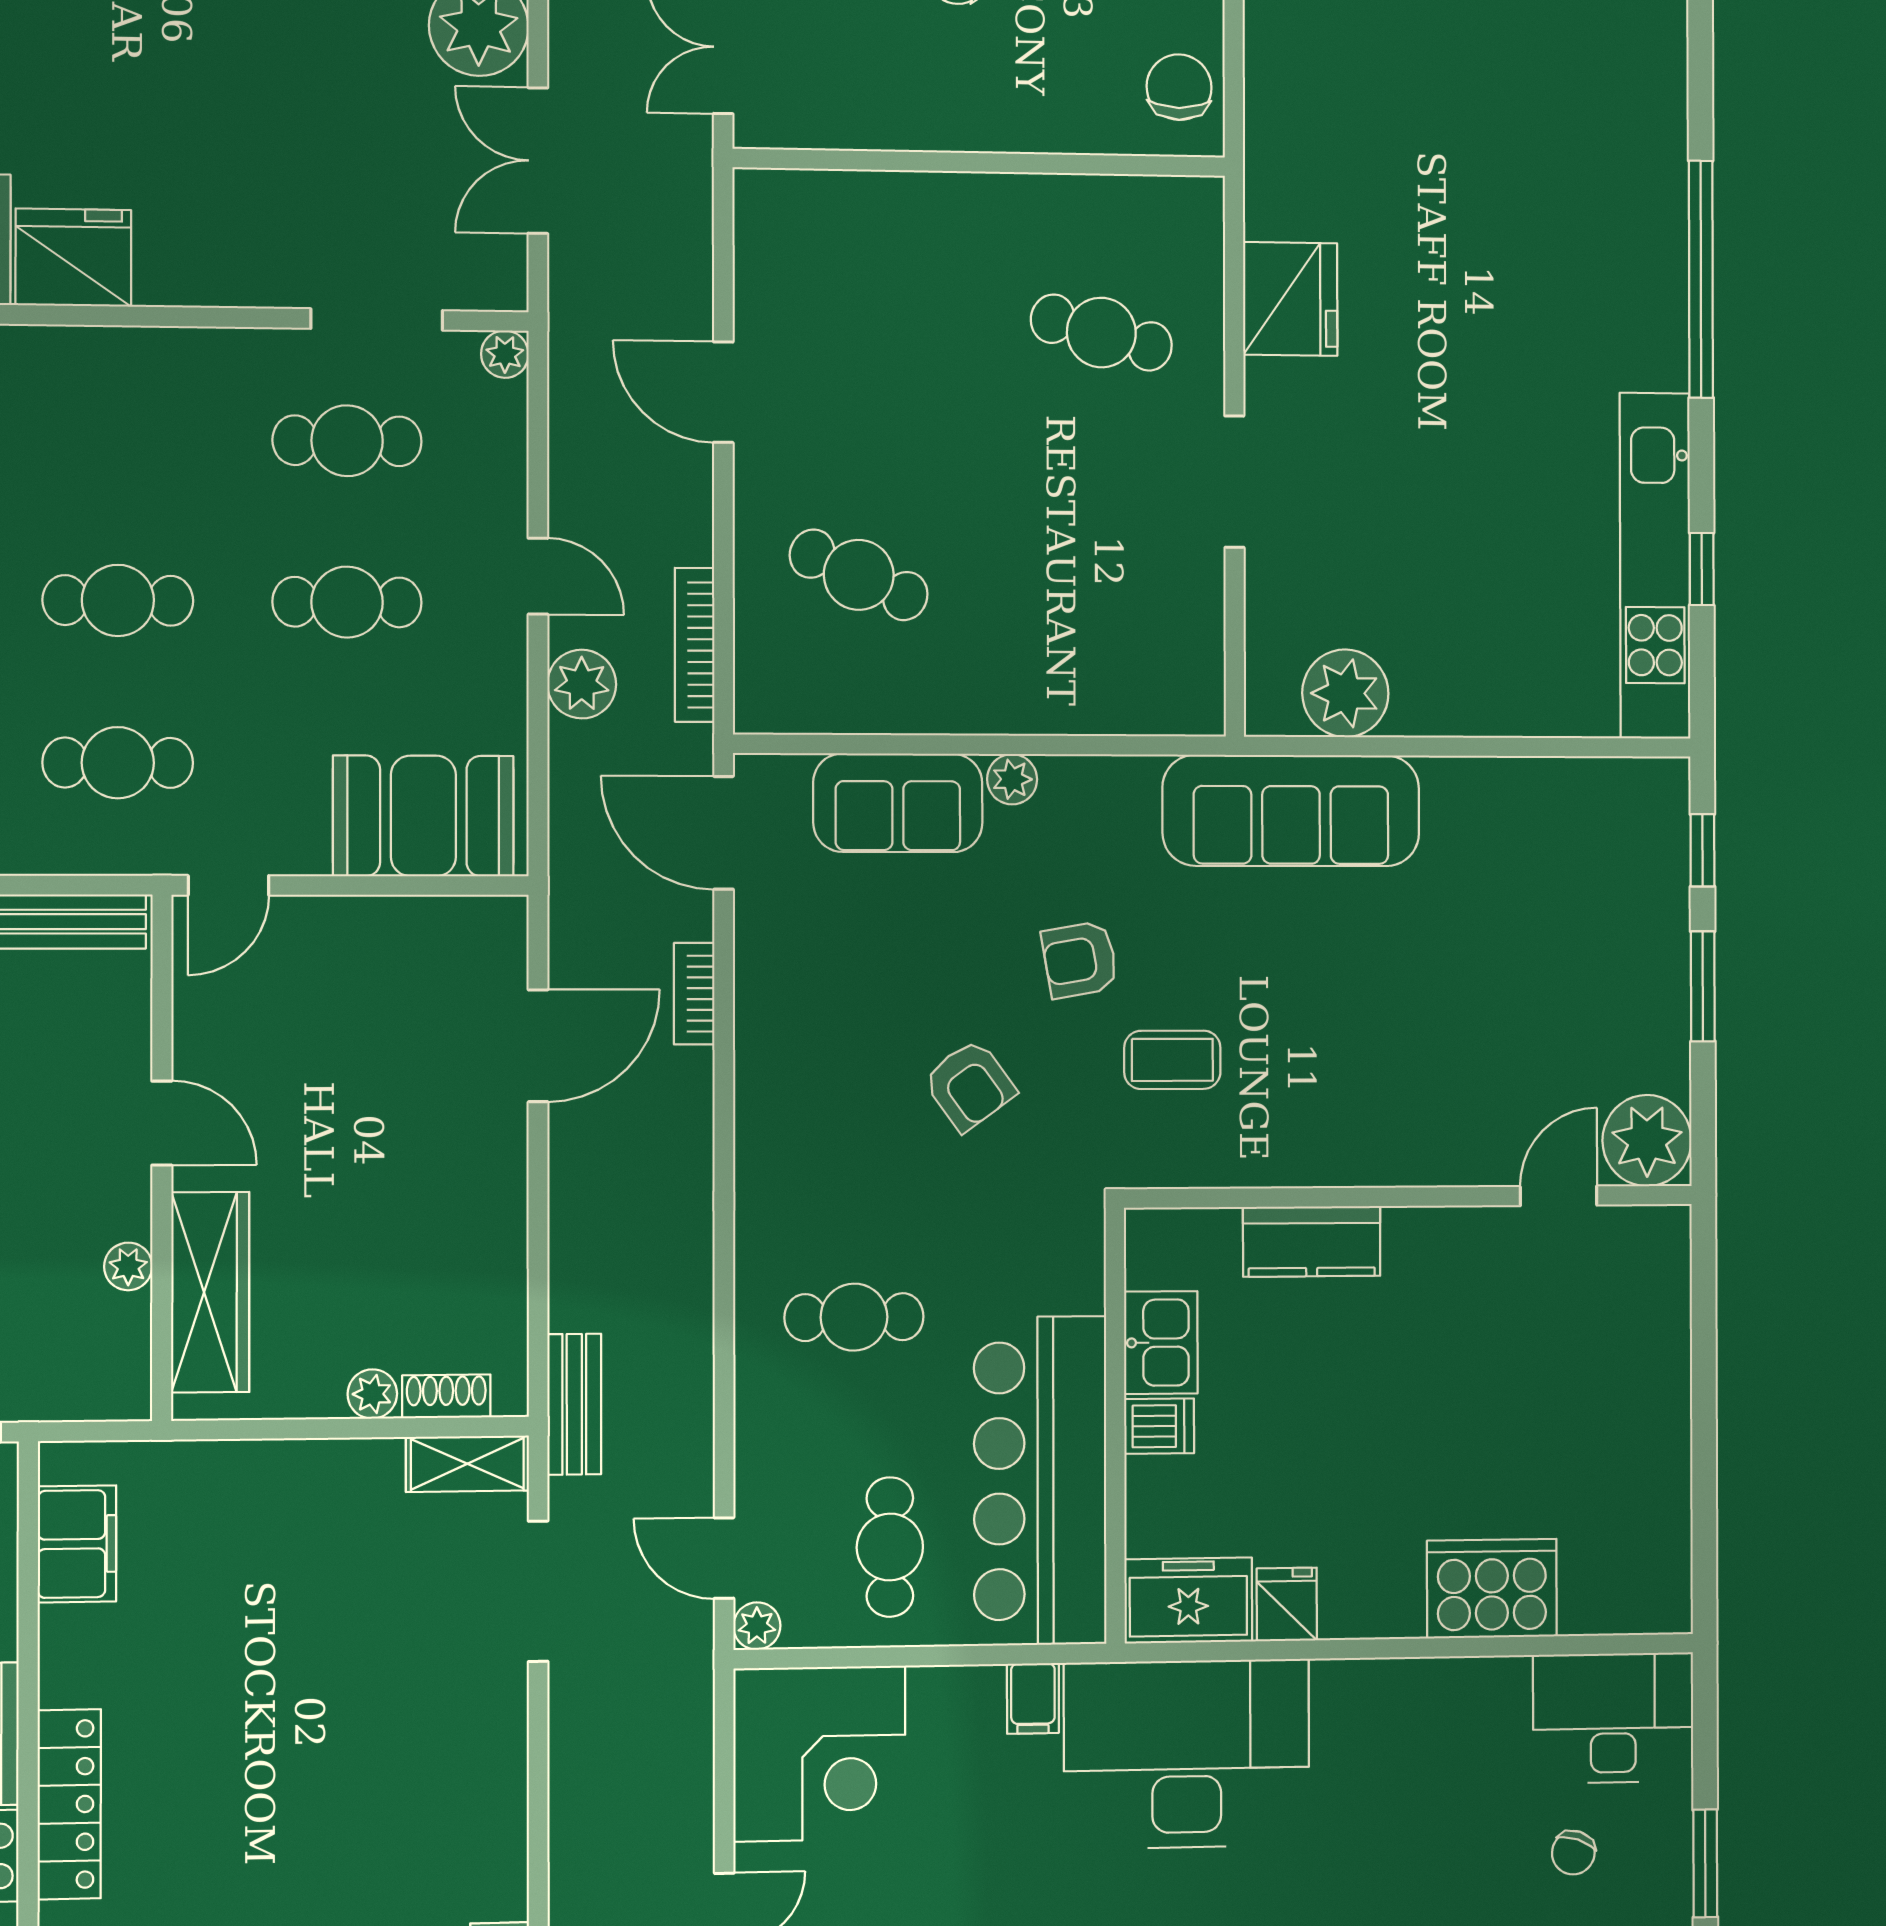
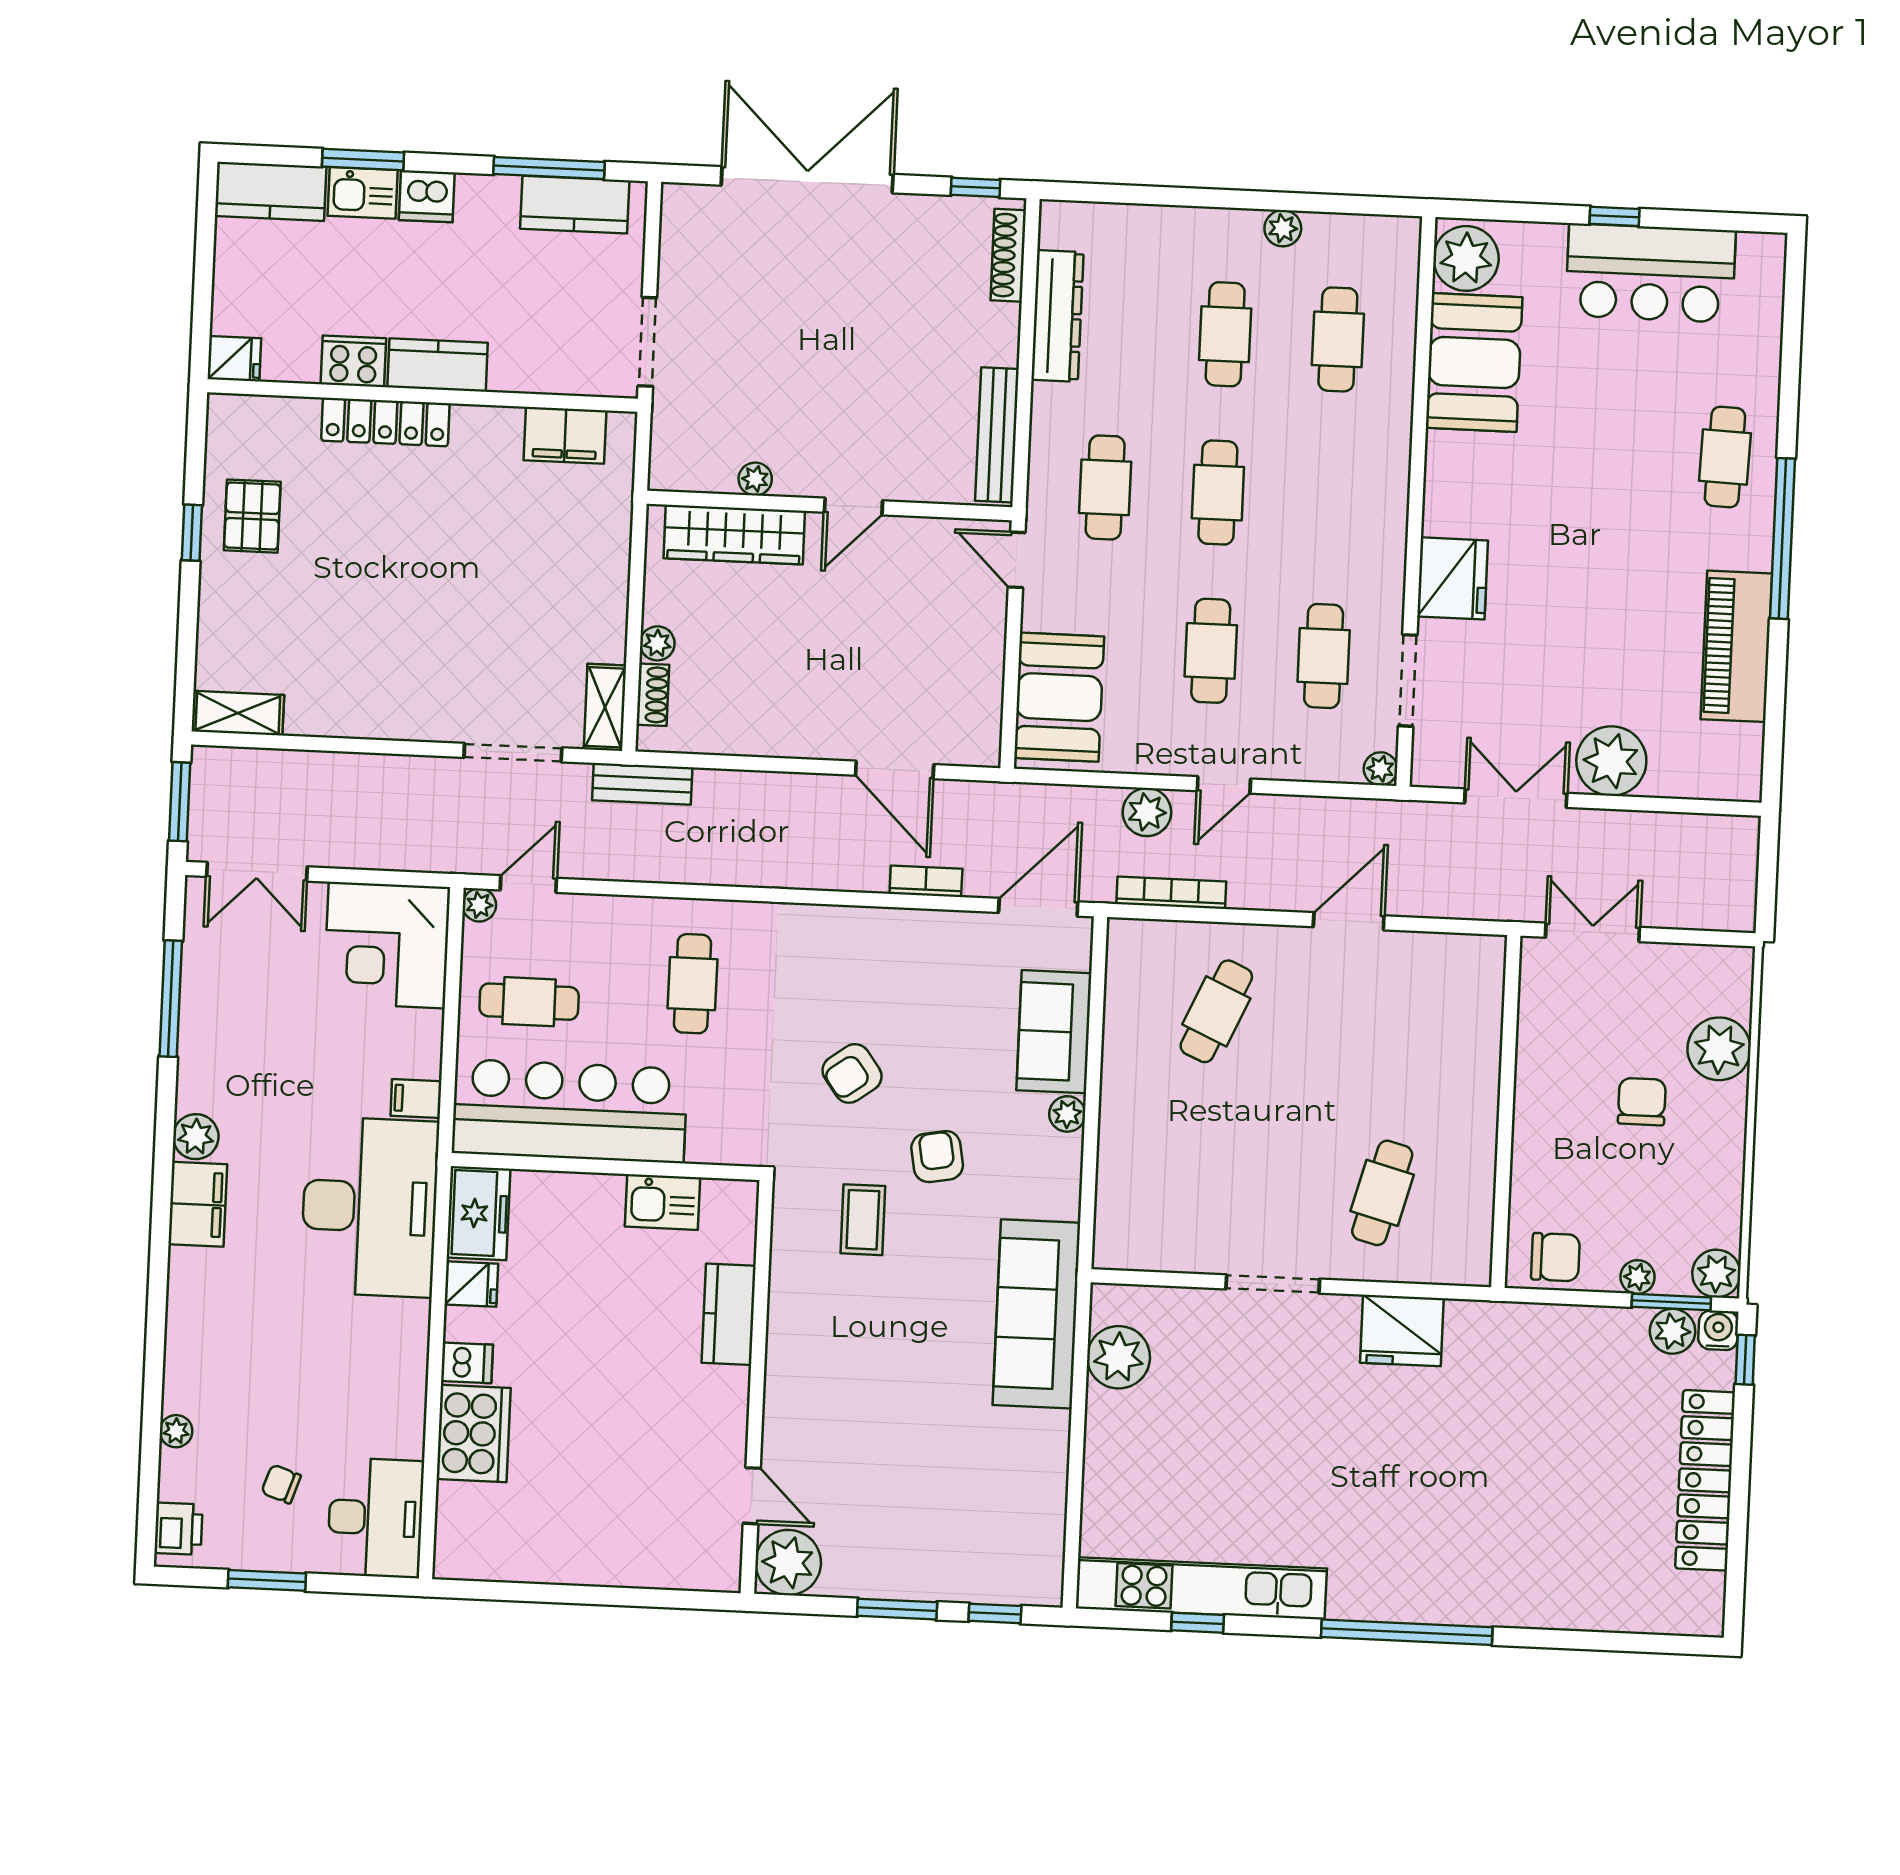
fridge: (73, 258) -> (1453, 578), moved
dishwasher: (1159, 1426) -> (467, 1363), moved, turned -90

